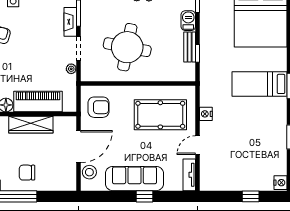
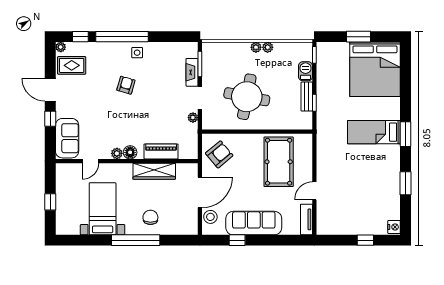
piano: (38, 101) -> (161, 151), width x0.73, depth x0.75
armchair: (98, 107) -> (219, 154), turned -40
nightstand: (206, 114) -> (322, 161), removed
pool table: (160, 115) -> (279, 162), turned 90
chair: (27, 173) -> (150, 217), turned 90
window: (144, 196) -> (237, 240), moved

